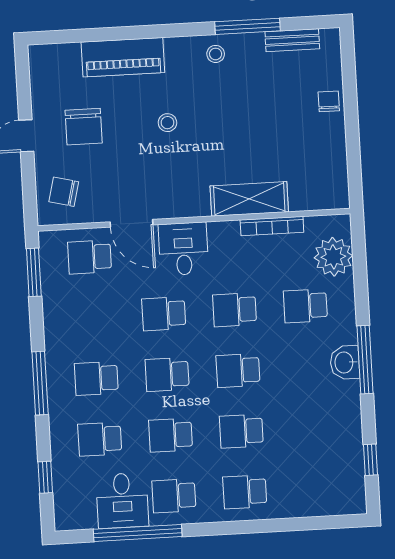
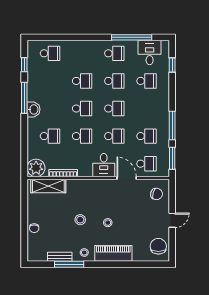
bench: (292, 40) -> (60, 257), moved
piano: (123, 57) -> (113, 253), moved
stool: (228, 126) -> (80, 220), added
chair: (84, 127) -> (158, 246), moved
shelving: (249, 199) -> (48, 186), moved
plant: (333, 257) -> (36, 168), moved
window: (365, 360) -> (24, 98), moved
school desk: (96, 378) -> (147, 136), moved
window: (40, 383) -> (172, 126), moved
school desk: (245, 492) -> (50, 53), moved
desk: (122, 501) -> (150, 53), moved

